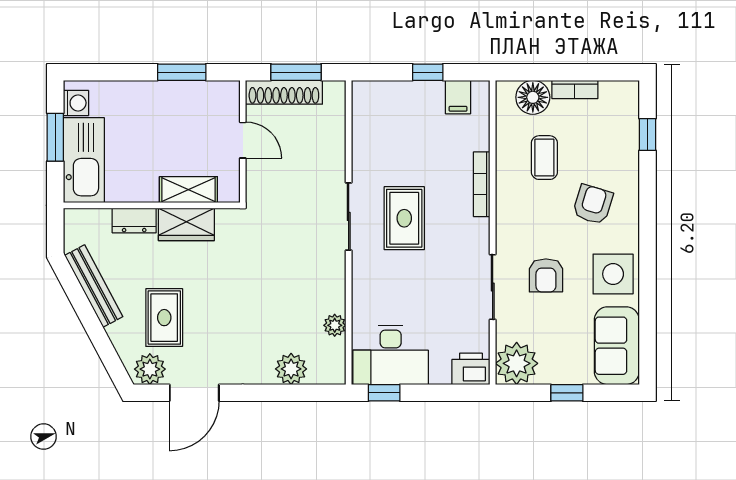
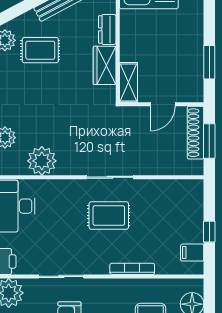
shelving: (188, 190) -> (128, 82), moved
plant: (335, 325) -> (42, 161), width x1.88, depth x1.88

